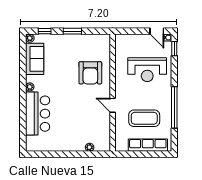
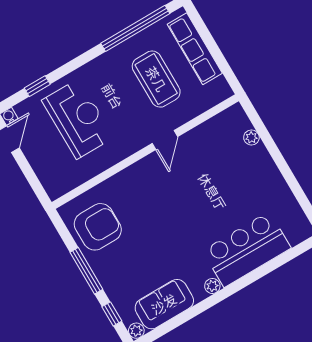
window: (72, 31) -> (86, 271), width x1.44
window: (174, 49) -> (37, 86), moved
armchair: (90, 73) -> (98, 227), moved
window: (174, 107) -> (135, 28), moved

